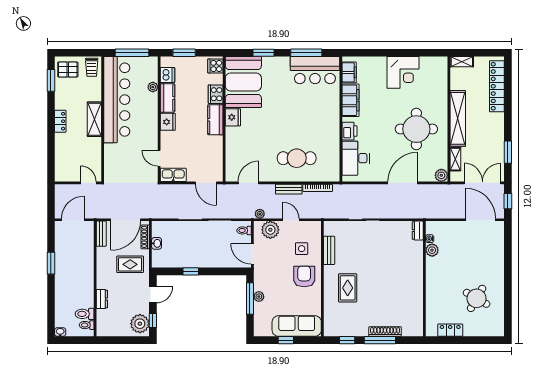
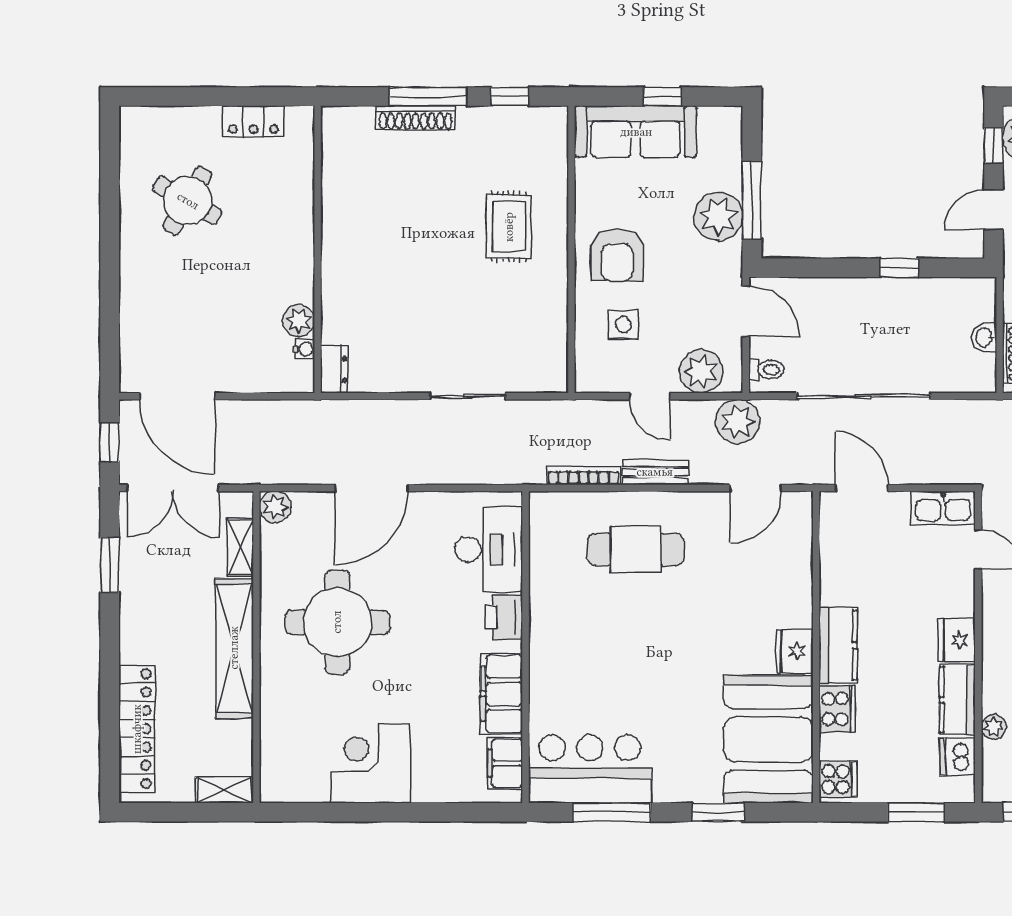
plant: (260, 214) -> (738, 421), width x1.87, depth x1.87
bench: (329, 250) -> (555, 320), removed
plant: (259, 297) -> (718, 216), width x1.87, depth x1.87

